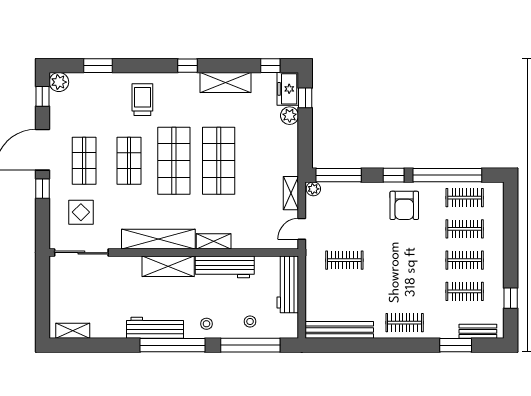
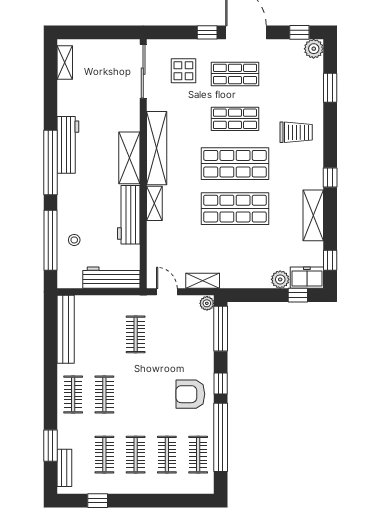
clothes rail: (405, 291) -> (104, 395), added
stool: (206, 324) -> (72, 196), removed

